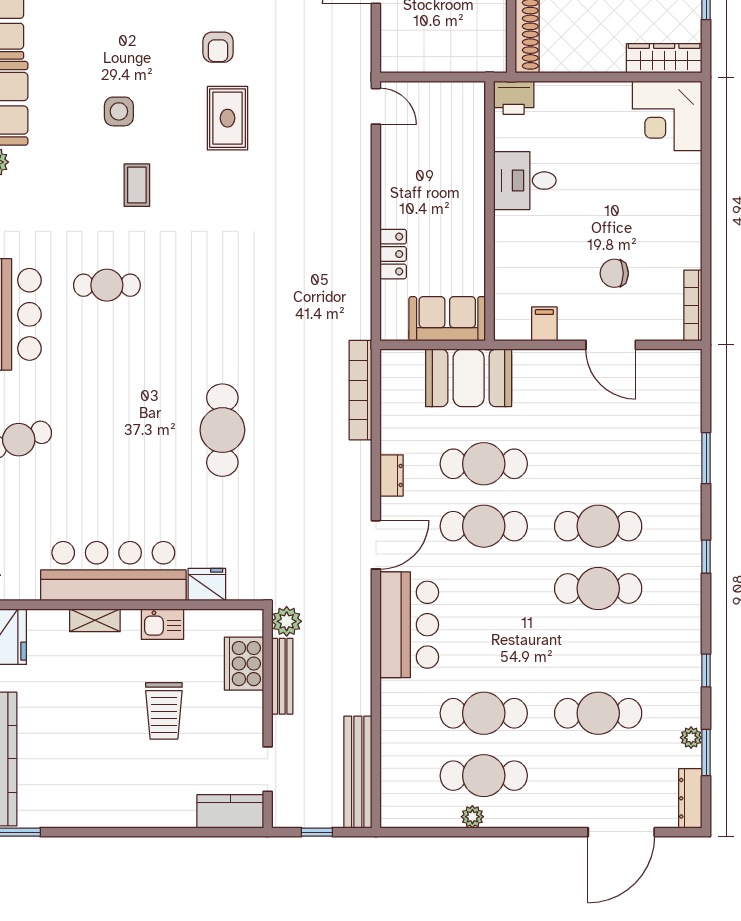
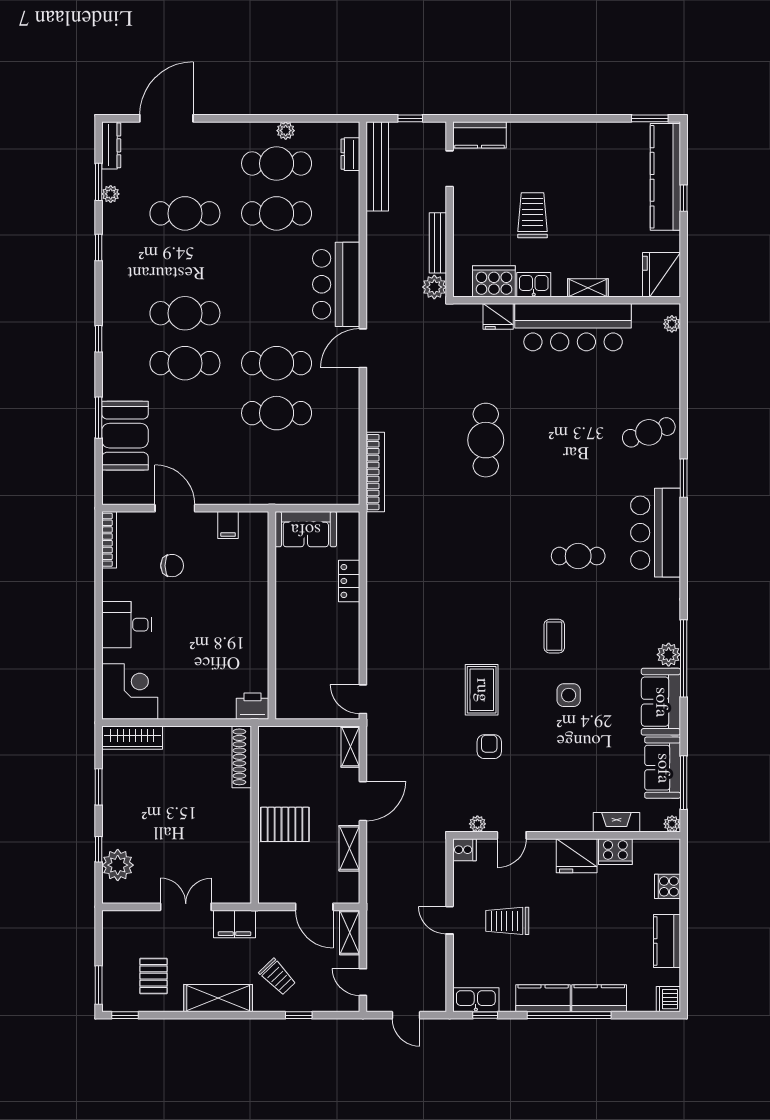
shelving: (392, 47) -> (350, 747), added
desk: (525, 181) -> (127, 625), moved, turned 180
booth: (469, 378) -> (125, 436), moved, turned 90
dresser: (392, 475) -> (350, 154), moved
cooker: (244, 664) -> (494, 281), moved, turned -90

